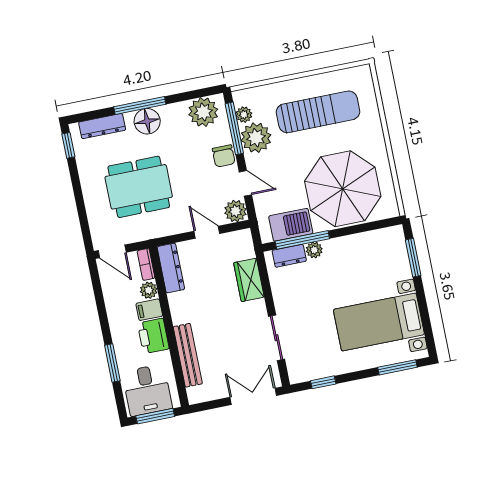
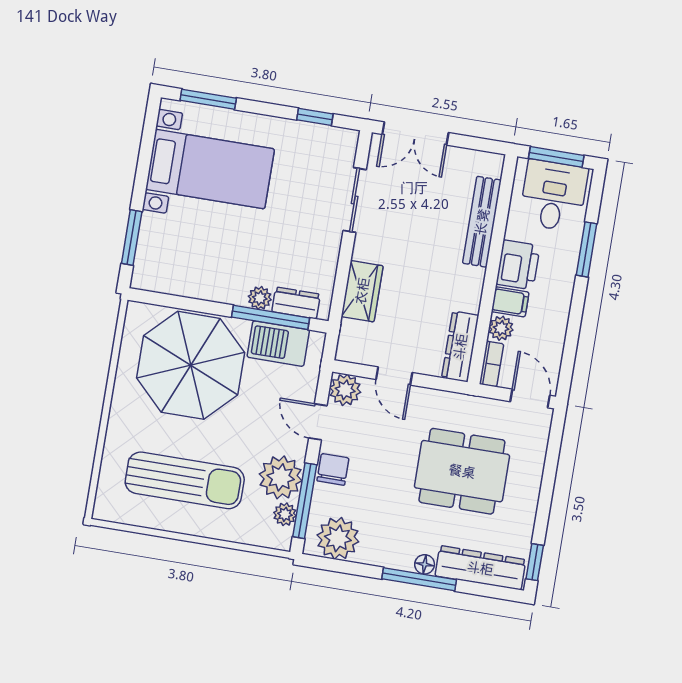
sun lounger: (318, 112) -> (185, 480), turned 180
floor lamp: (147, 121) -> (425, 564), width x0.53, depth x0.53
dresser: (102, 126) -> (480, 568), width x1.37, depth x1.24

